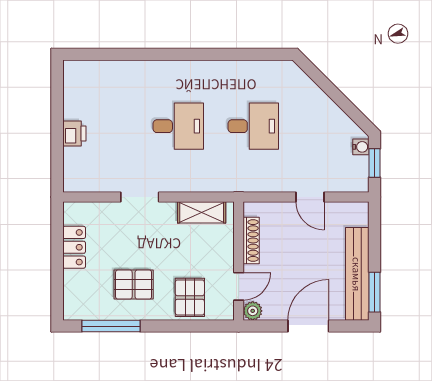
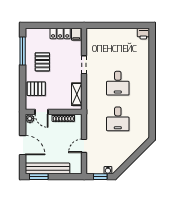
printer: (74, 133) -> (143, 34), moved
filing cabinet: (76, 213) -> (76, 34), added

